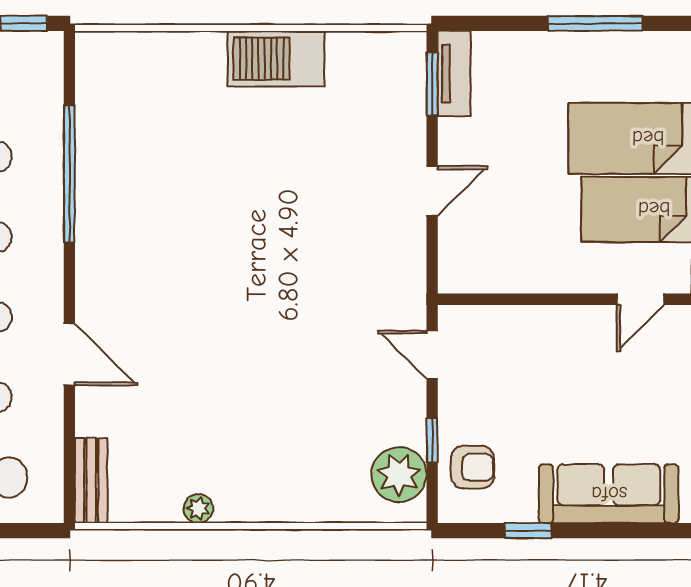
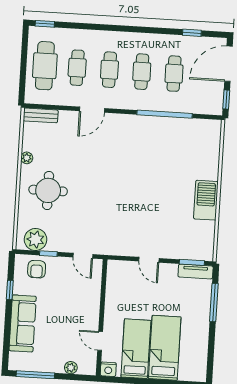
window: (595, 23) -> (214, 303), moved
door: (432, 355) -> (83, 256), swing flipped
round table: (276, 451) -> (48, 190), added

